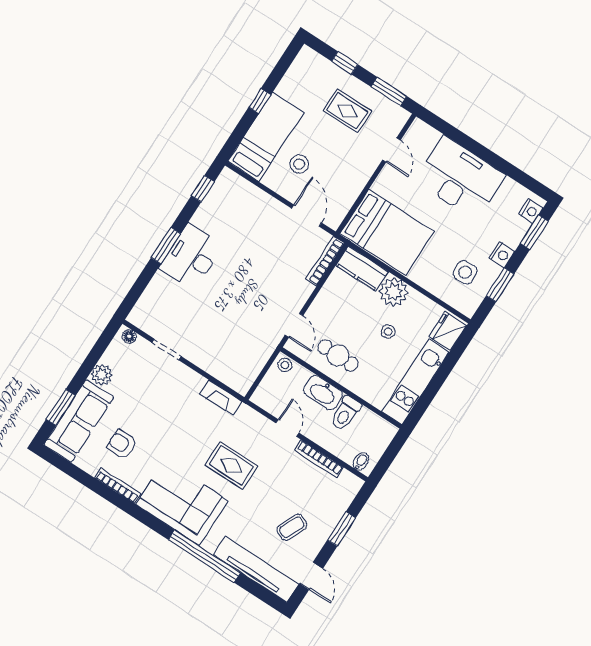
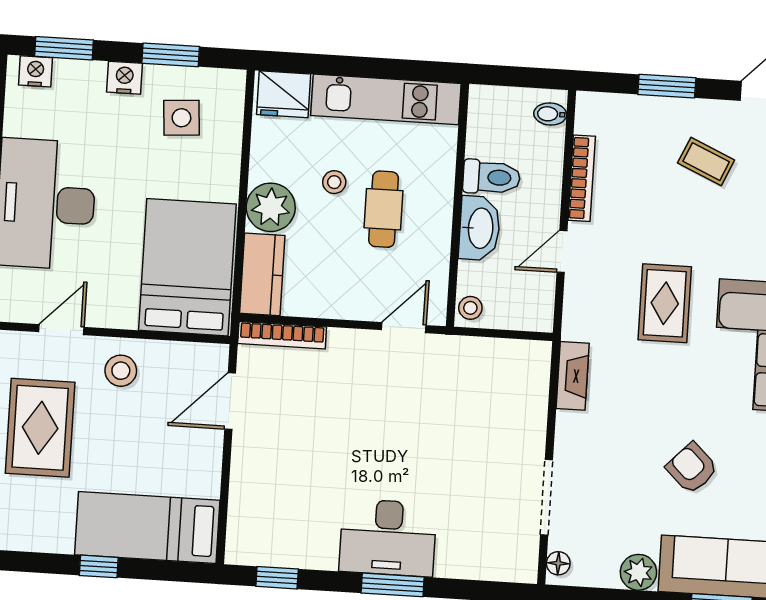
rug: (347, 111) -> (40, 428), width x1.36, depth x1.43
stool: (299, 164) -> (121, 371), moved
doorway: (166, 349) -> (547, 497), width x1.38
cafe table: (338, 356) -> (384, 209), moved
armchair: (122, 444) -> (692, 468), moved, turned 134

